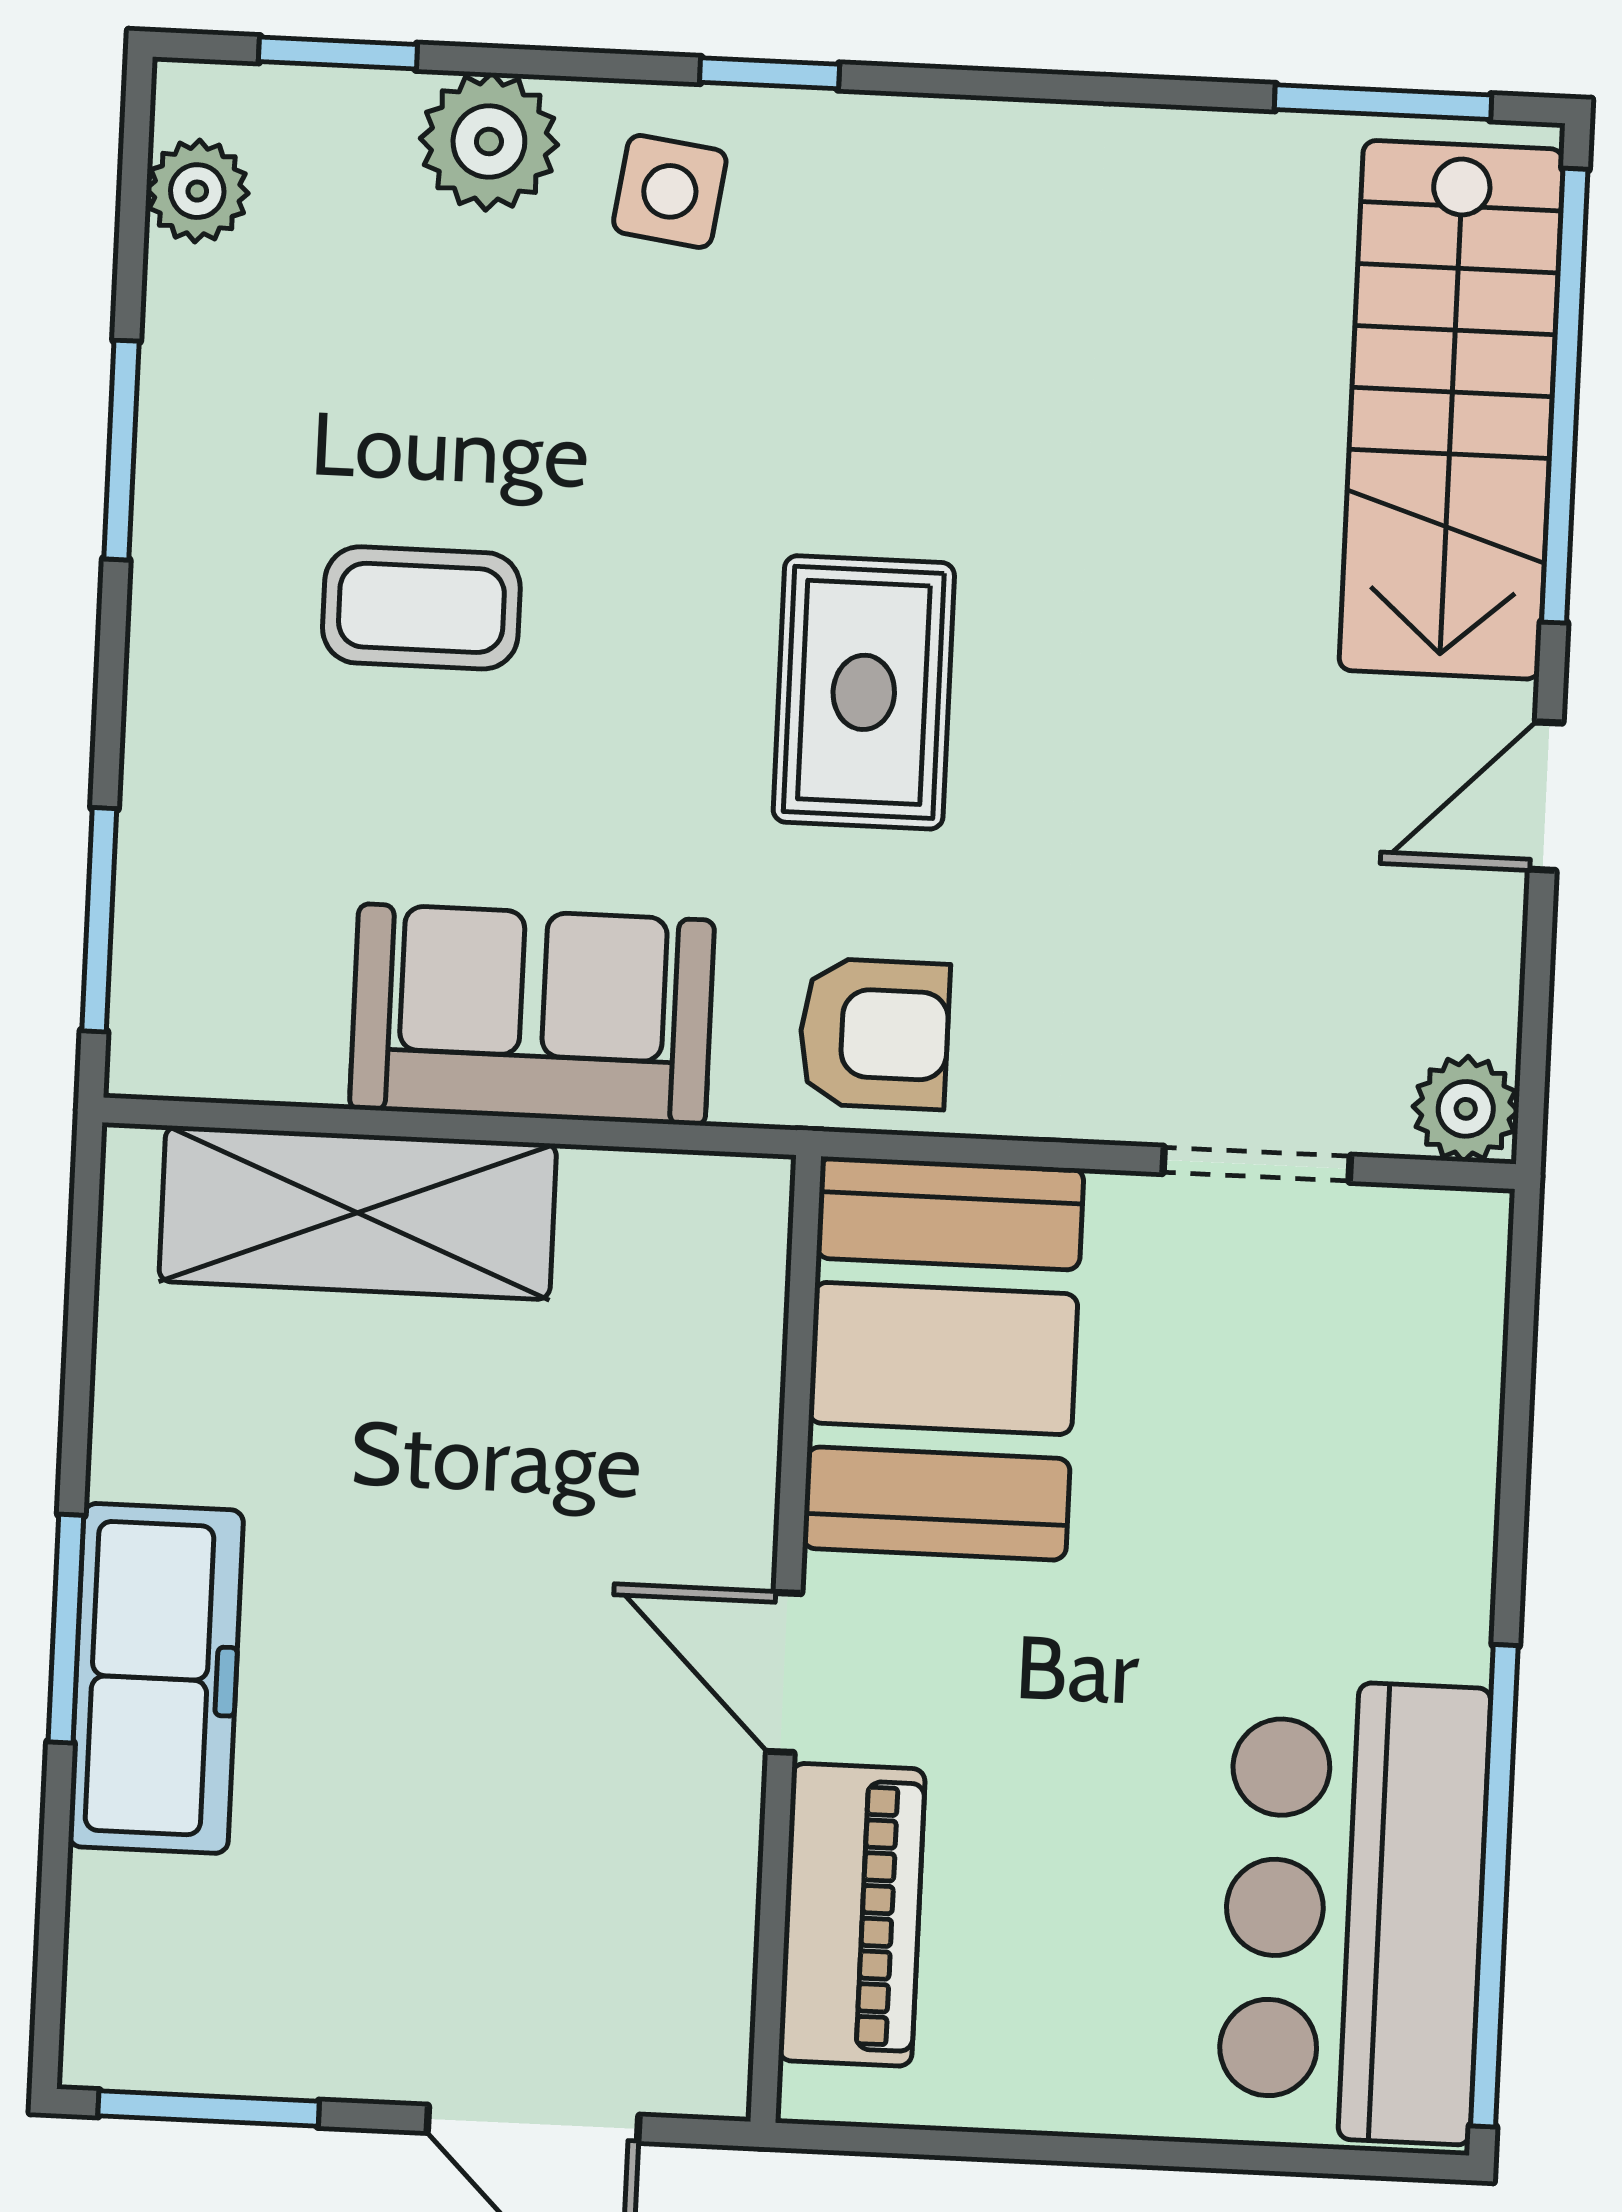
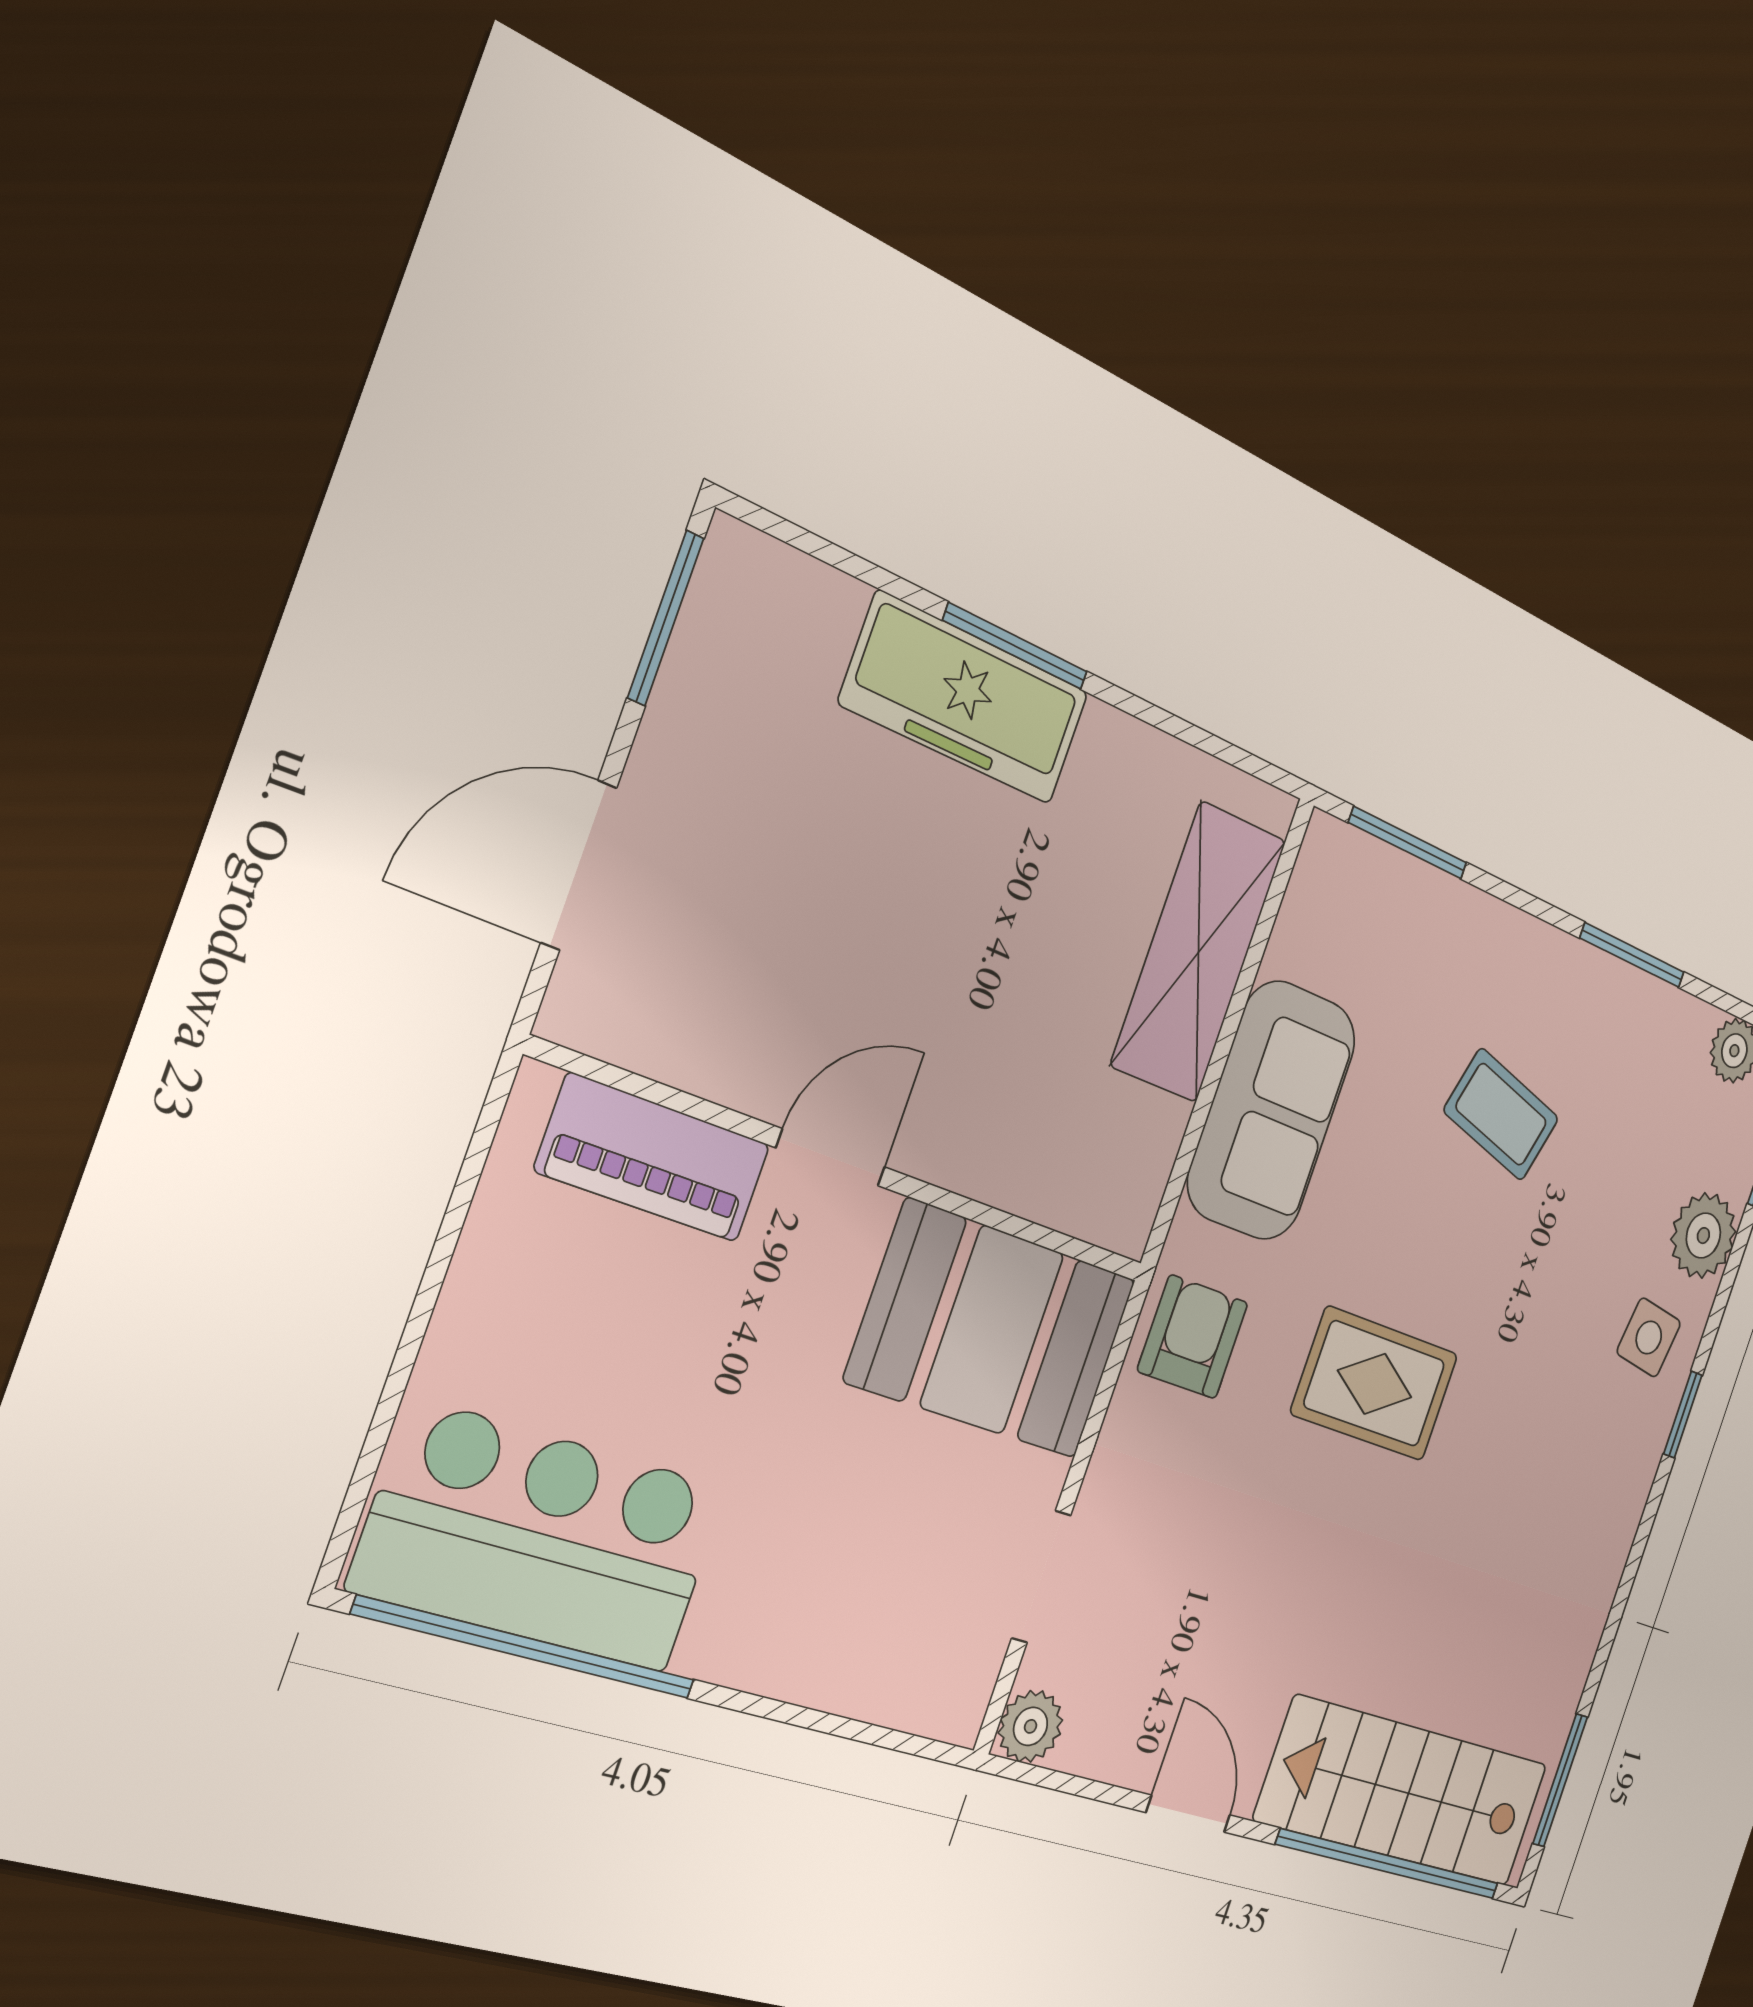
coffee table: (421, 608) -> (1501, 1114), turned -75
armchair: (874, 1034) -> (1193, 1337), turned 180

